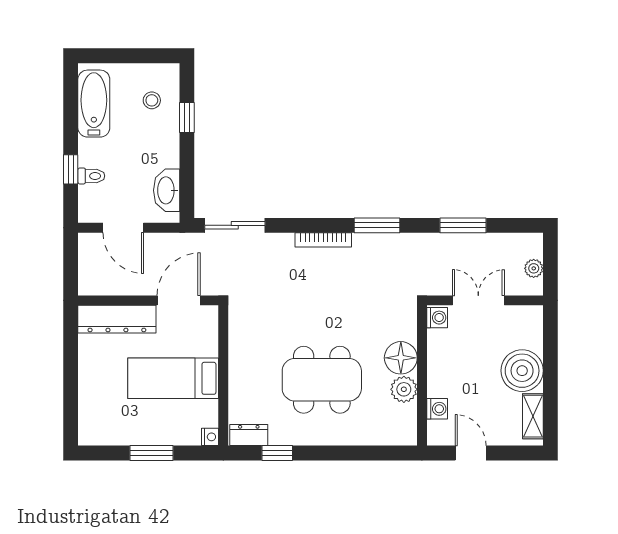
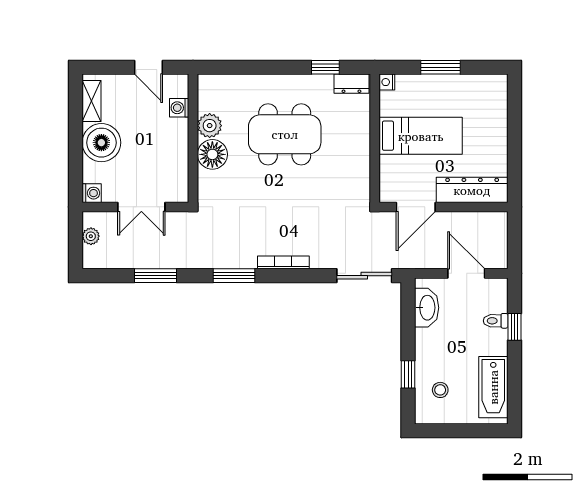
washing machine: (437, 318) -> (92, 193), moved, turned 180

